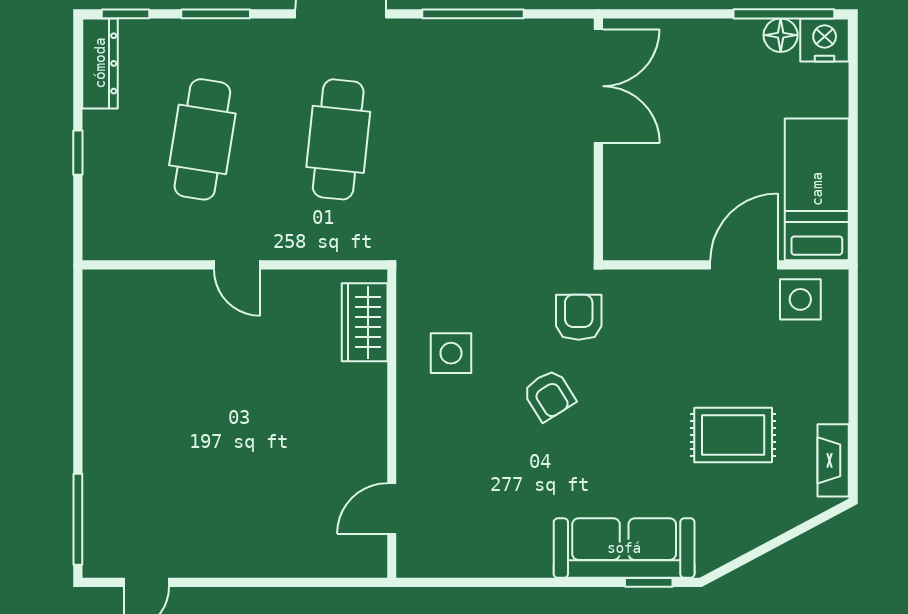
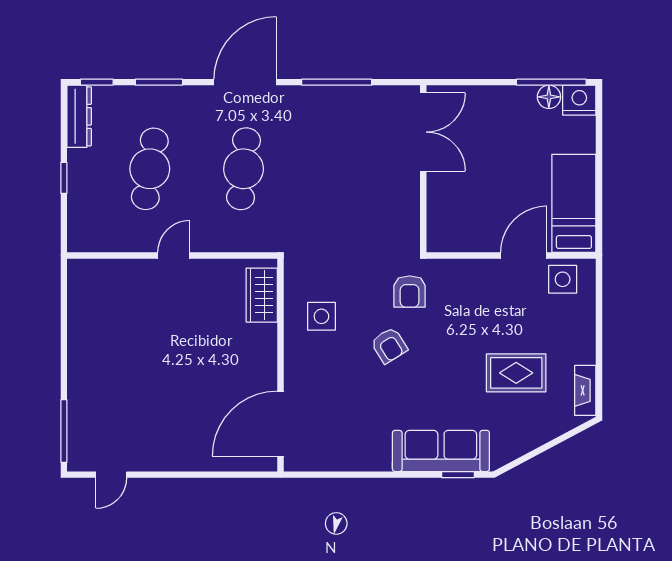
door: (237, 265) -> (174, 255), swing flipped
armchair: (579, 317) -> (410, 292), turned 180
door: (392, 509) -> (280, 424), width x1.88

